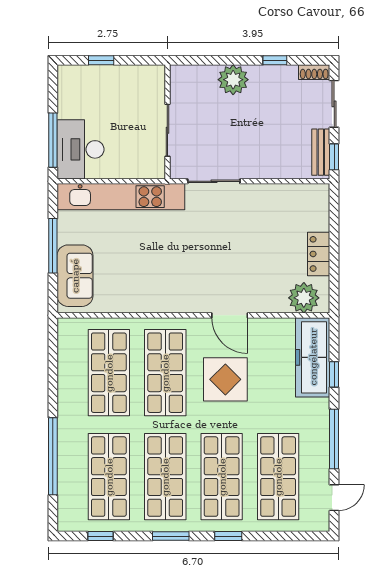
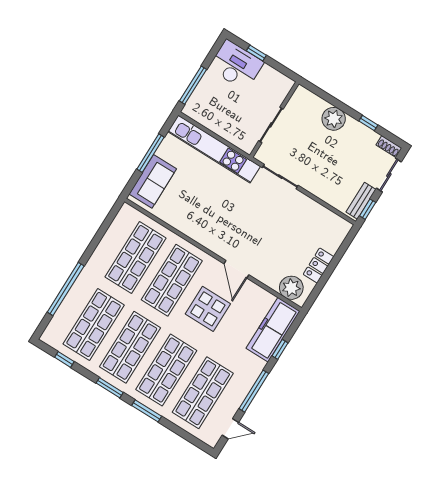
desk: (81, 149) -> (236, 65), moved, turned 90
window: (228, 536) -> (147, 411), width x1.50

